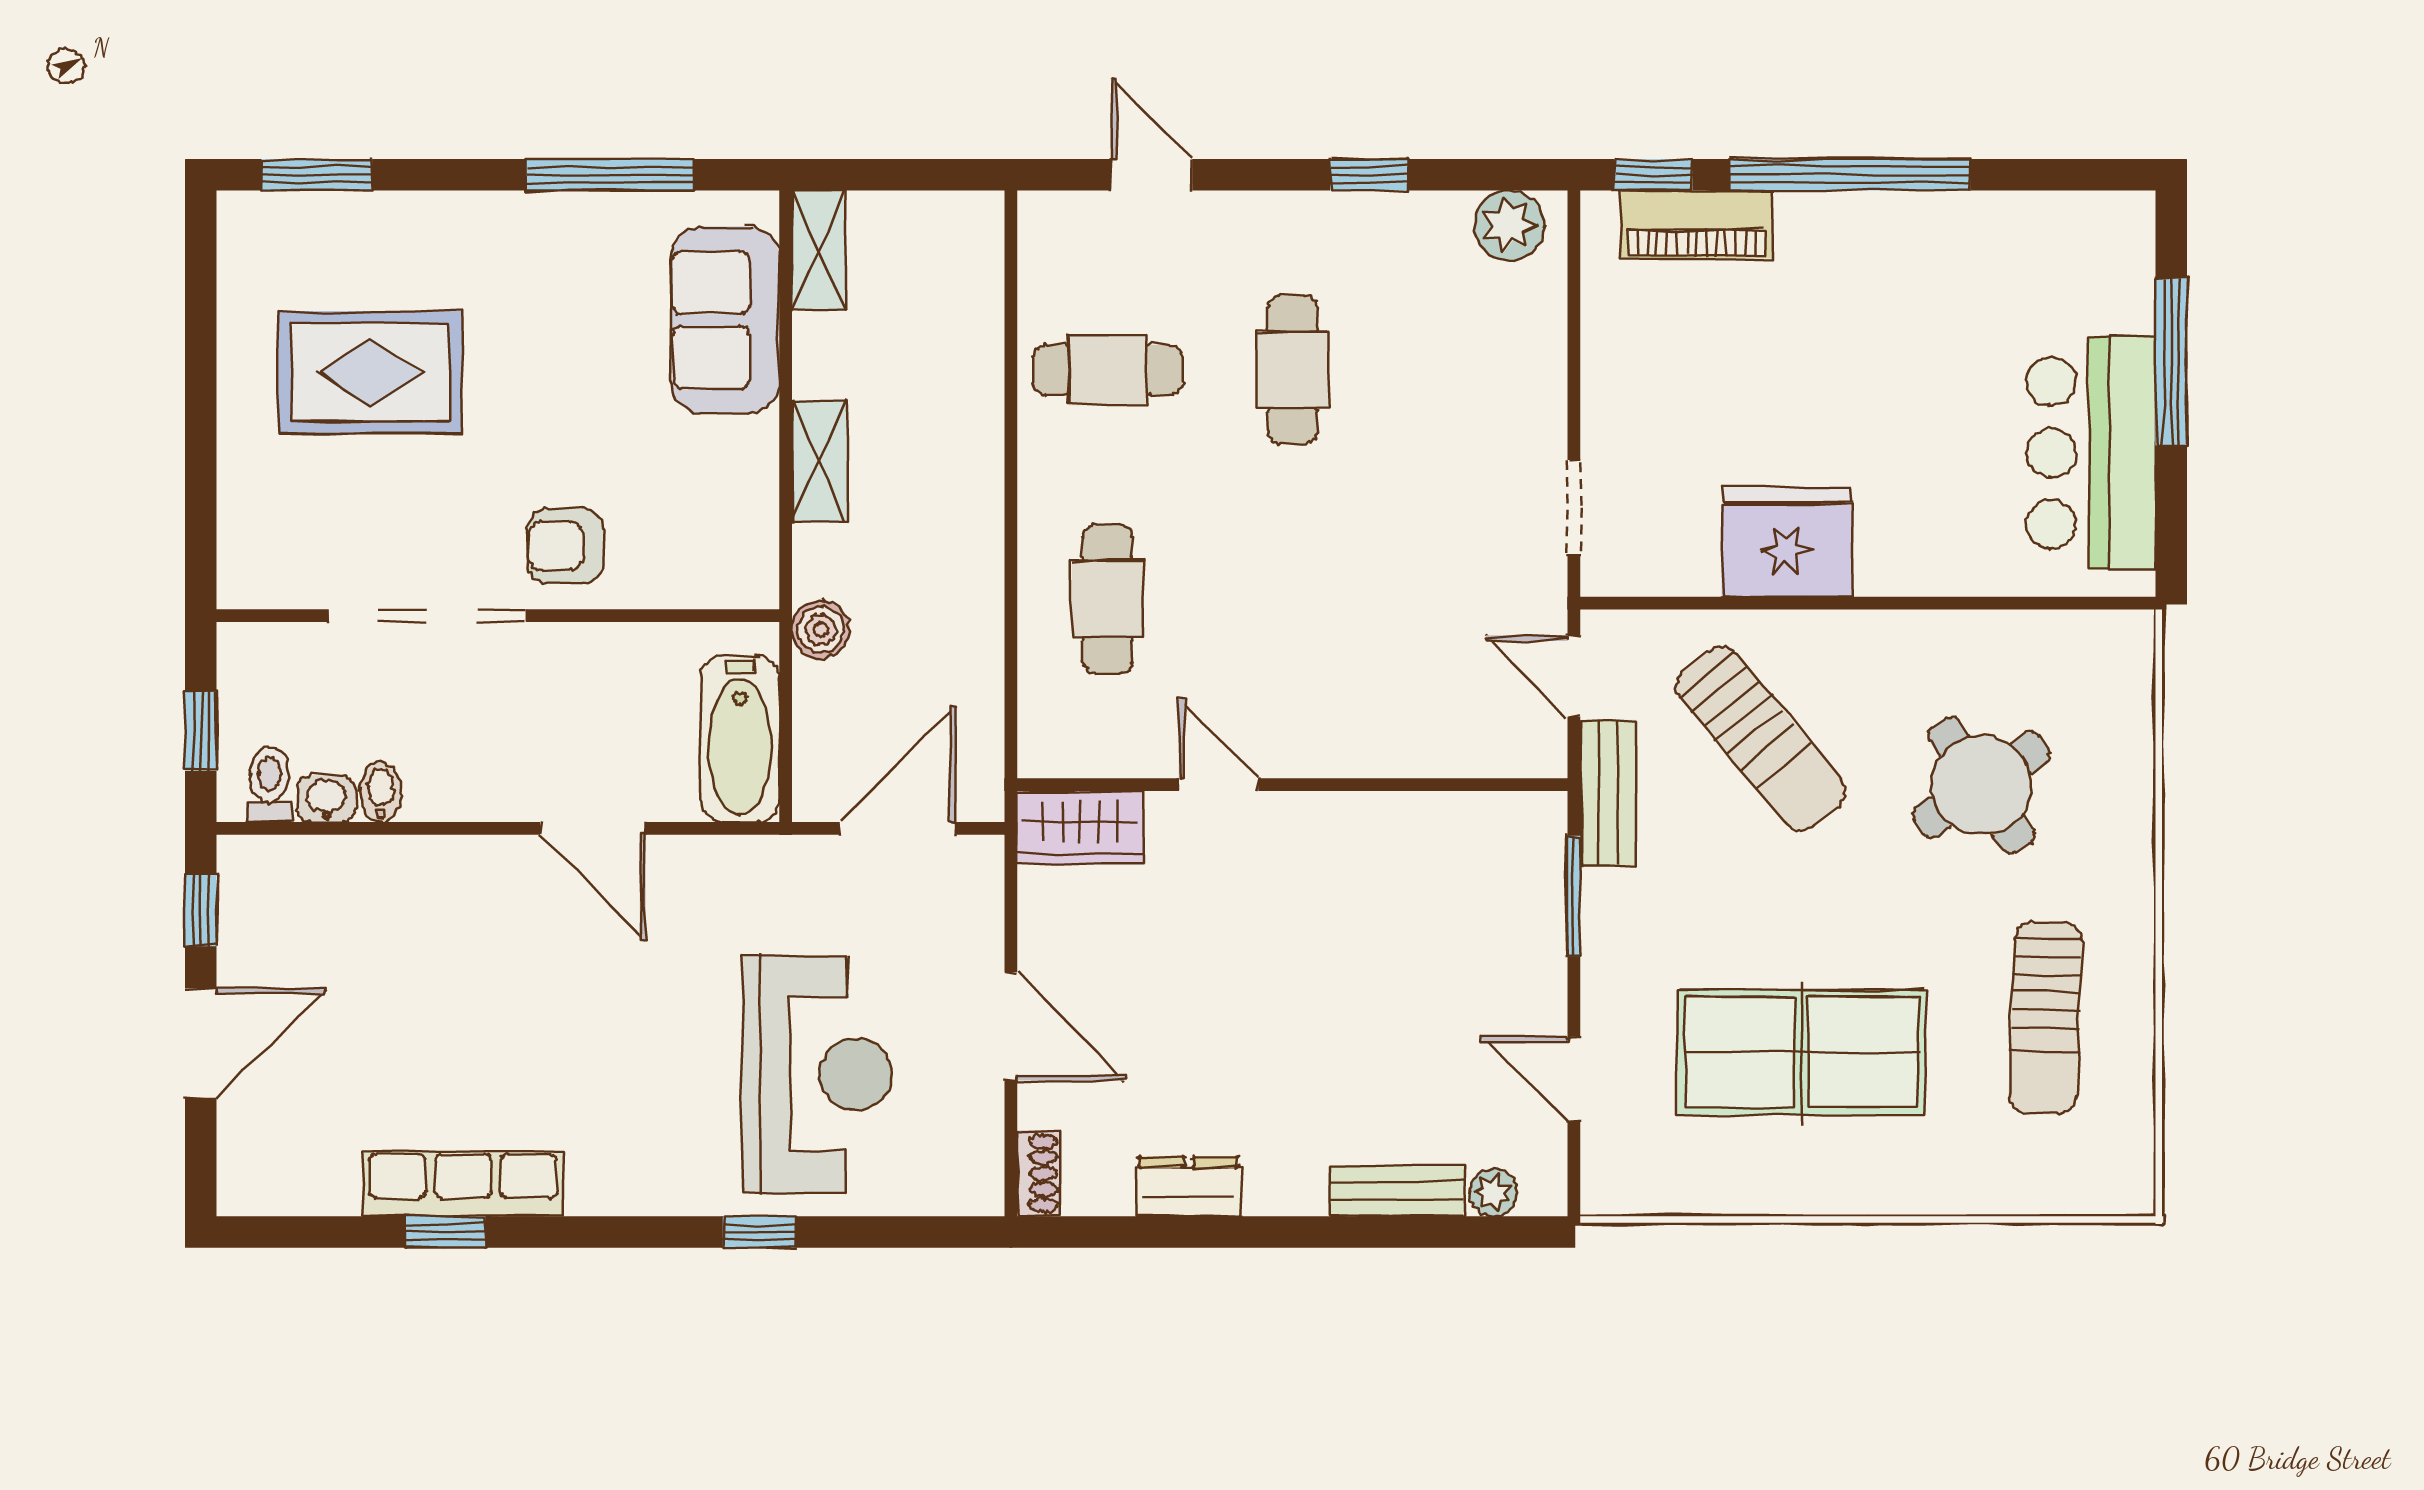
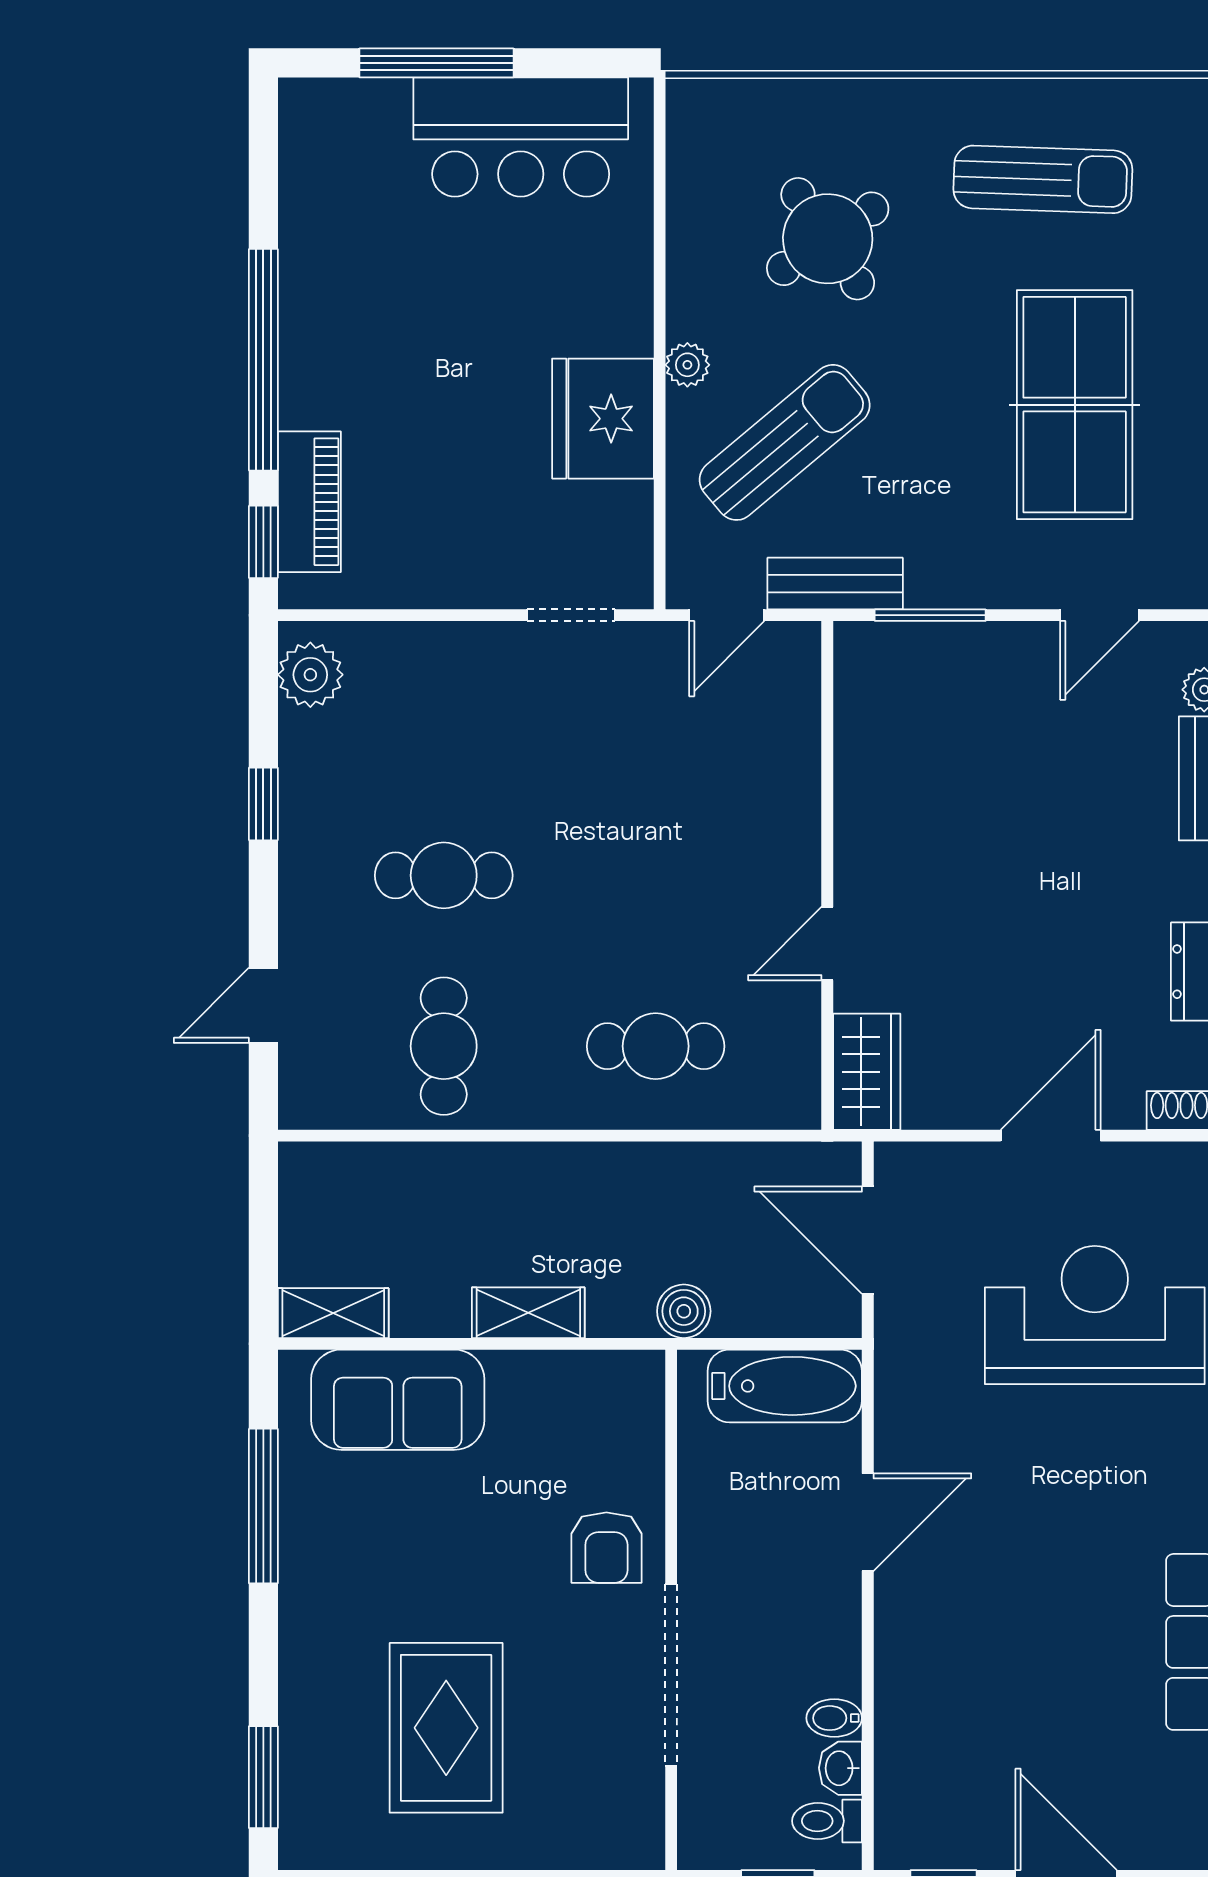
plant: (1845, 633) -> (687, 365), added

